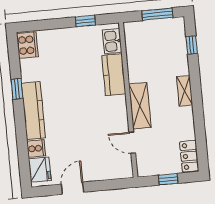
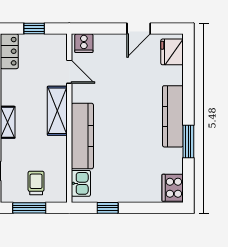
trolley: (153, 38) -> (36, 183), added
kitchen counter: (114, 75) -> (82, 136), width x1.50
window: (17, 89) -> (188, 141), width x1.50
cooker: (36, 148) -> (84, 43), moved, turned -90

